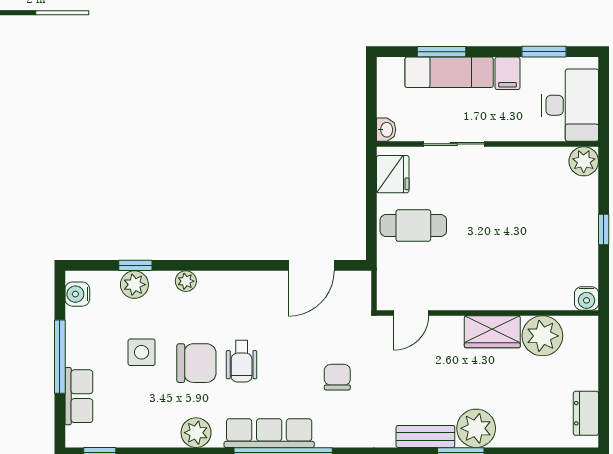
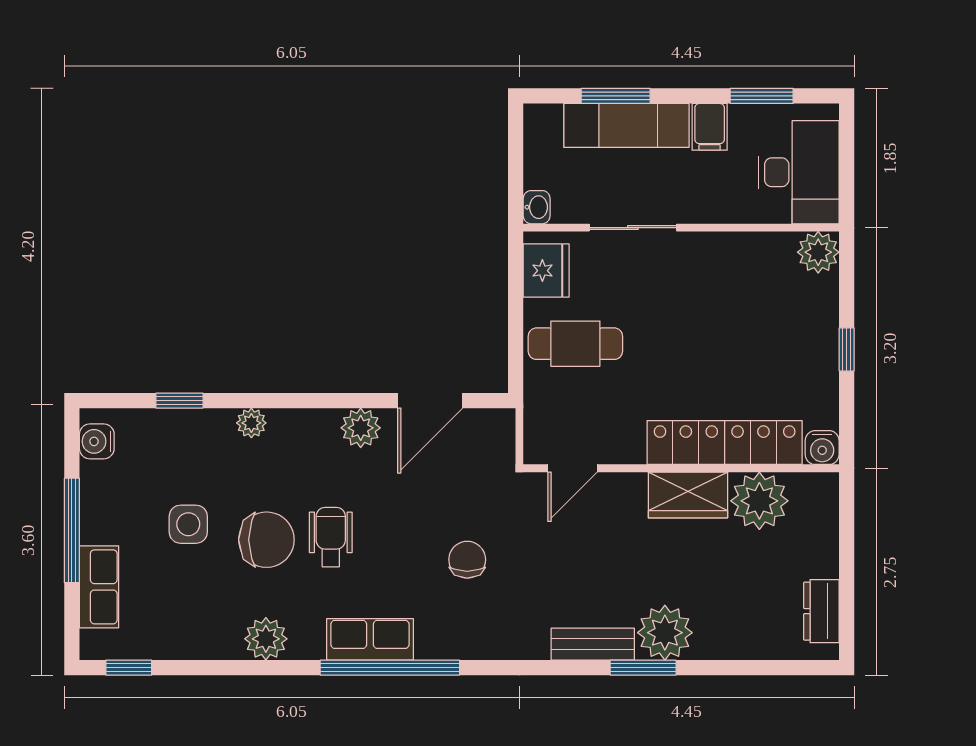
plant: (134, 285) -> (361, 428), moved
locker: (518, 295) -> (725, 443), added
wheelchair: (242, 361) -> (331, 537), turned 180
row of seats: (269, 433) -> (370, 639), width x0.68

